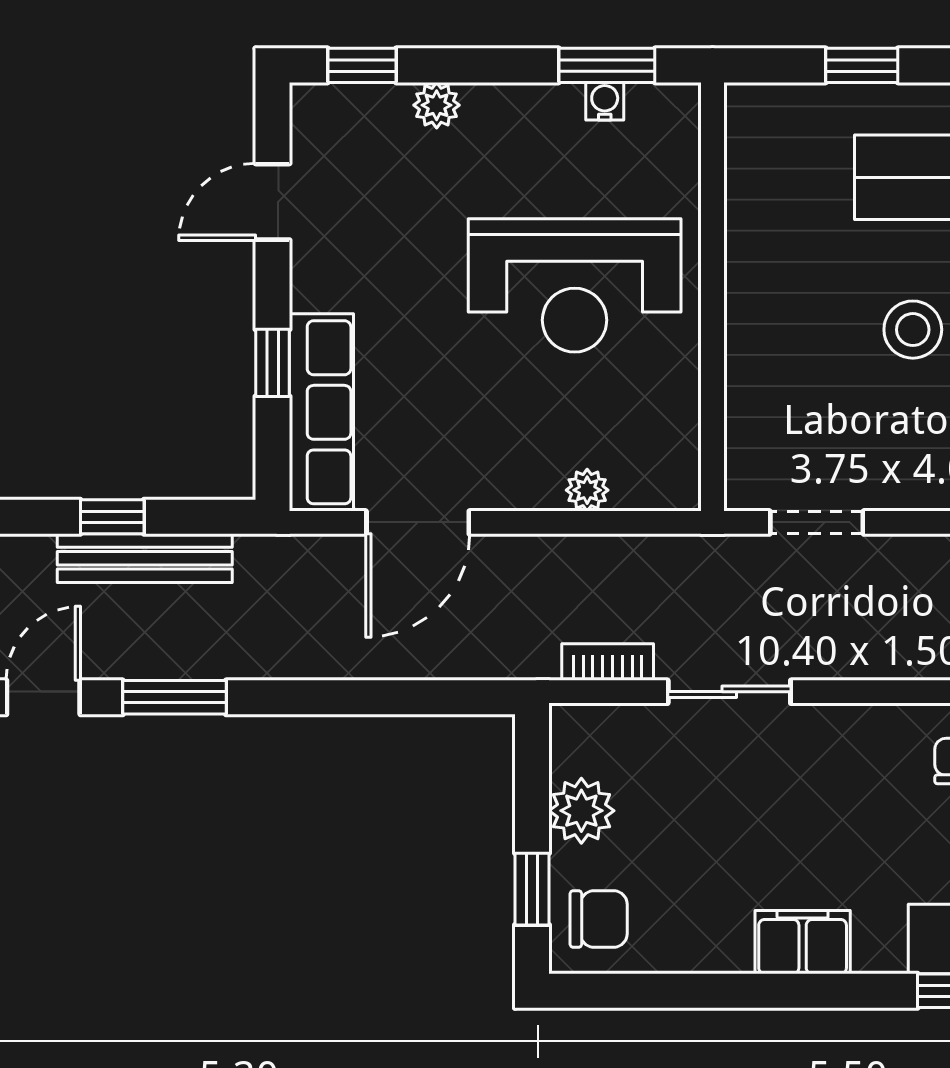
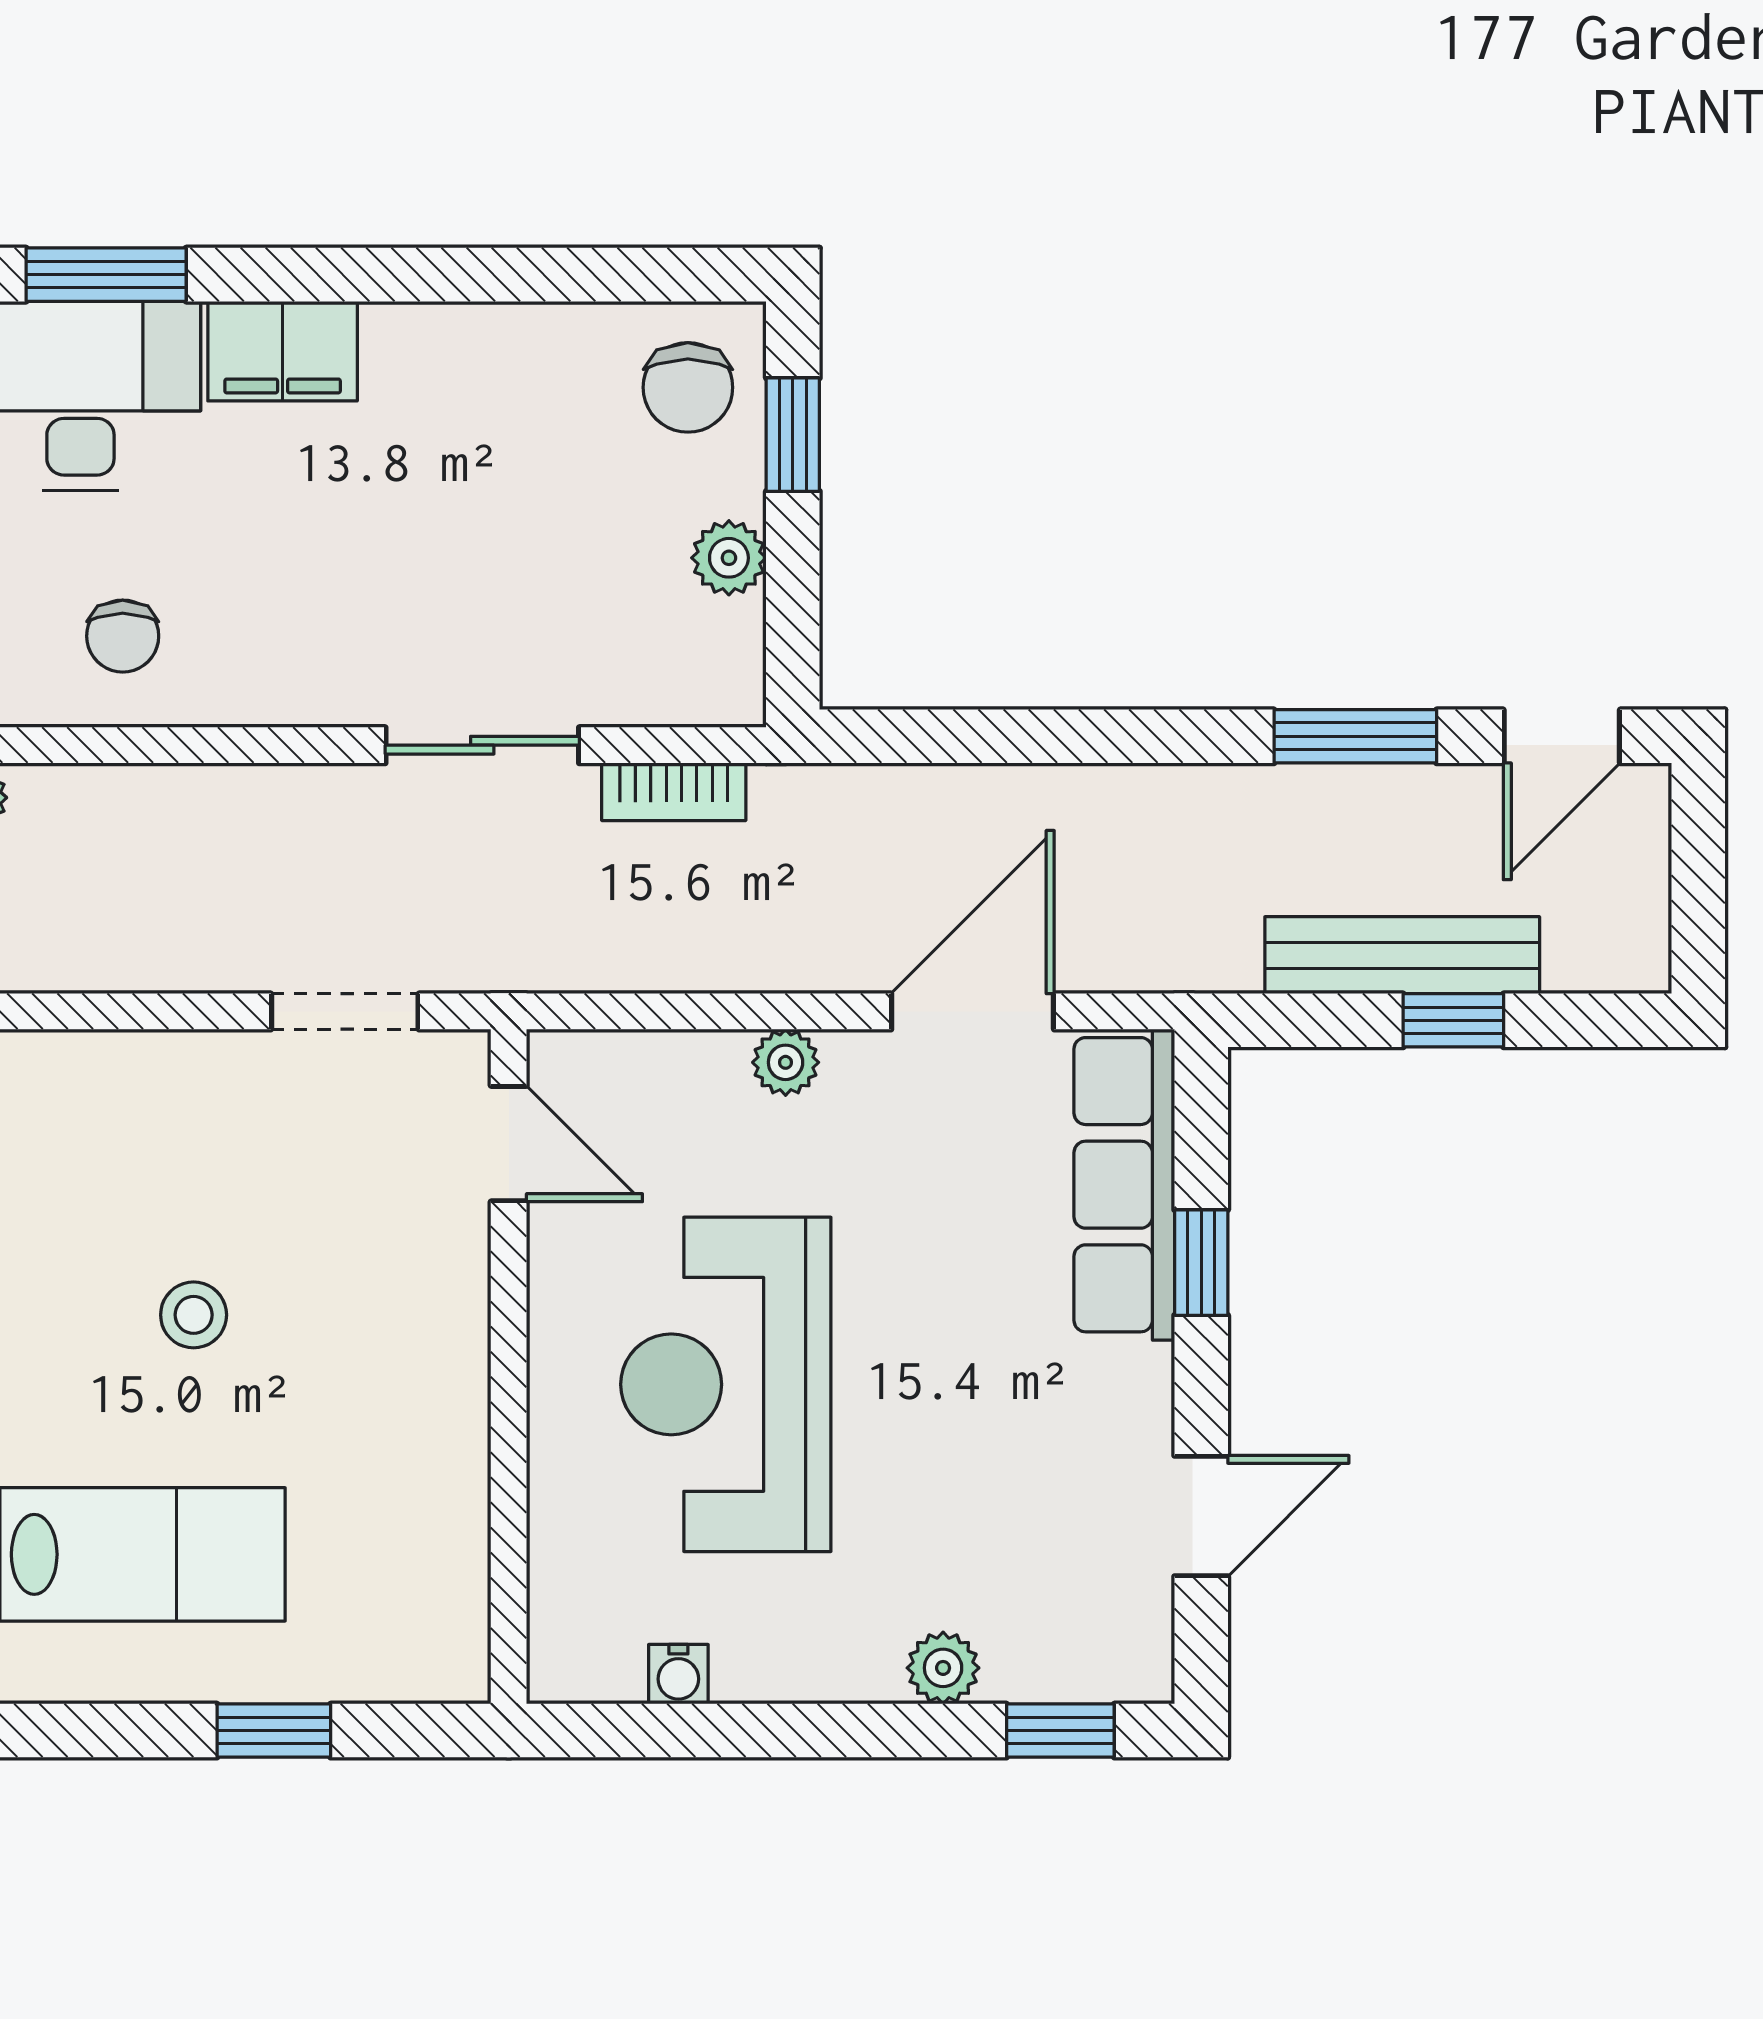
window: (607, 65) -> (675, 1731), removed
reception desk: (575, 285) -> (726, 1384), turned -90
stool: (913, 330) -> (194, 1315), width x0.73, depth x0.73
door: (713, 438) -> (509, 1144), added
plant: (587, 490) -> (786, 1062), moved
plant: (581, 811) -> (729, 558), width x0.73, depth x0.73
chair: (599, 919) -> (688, 387), turned -90
filing cabinet: (803, 942) -> (283, 351), moved

